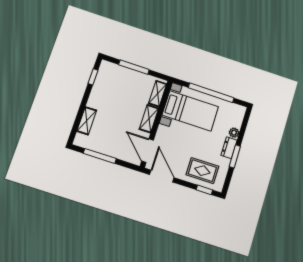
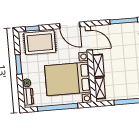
bed with nightstands: (190, 111) -> (68, 79), width x1.36
dresser: (229, 148) -> (28, 96), moved
rug: (202, 171) -> (40, 43), width x1.36, depth x1.43

